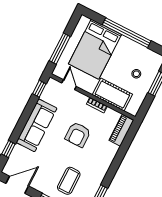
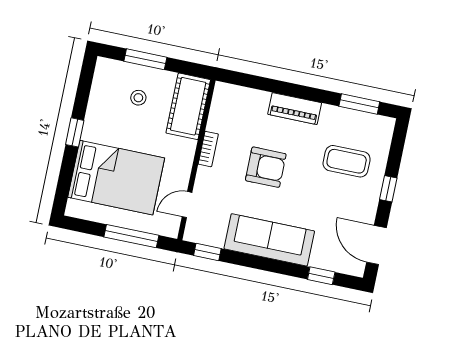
window: (127, 33) -> (75, 132), width x0.32
cot: (112, 95) -> (188, 106), moved
piano: (121, 130) -> (295, 109), moved

